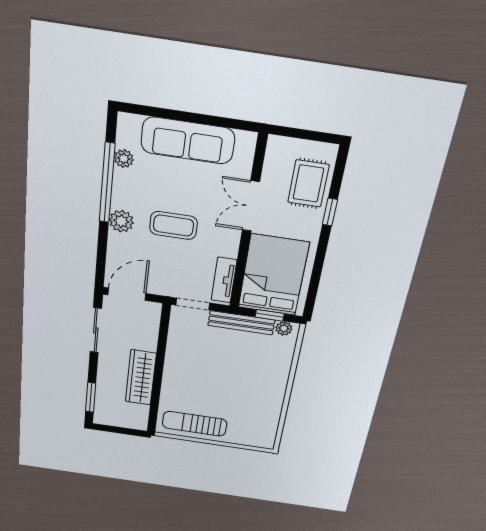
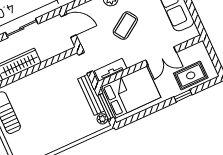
double door: (251, 206) -> (161, 56), swing flipped
coffee table: (173, 225) -> (125, 26), turned 56
window: (270, 315) -> (105, 106), width x1.50
sliding door: (96, 330) -> (22, 28), moved

